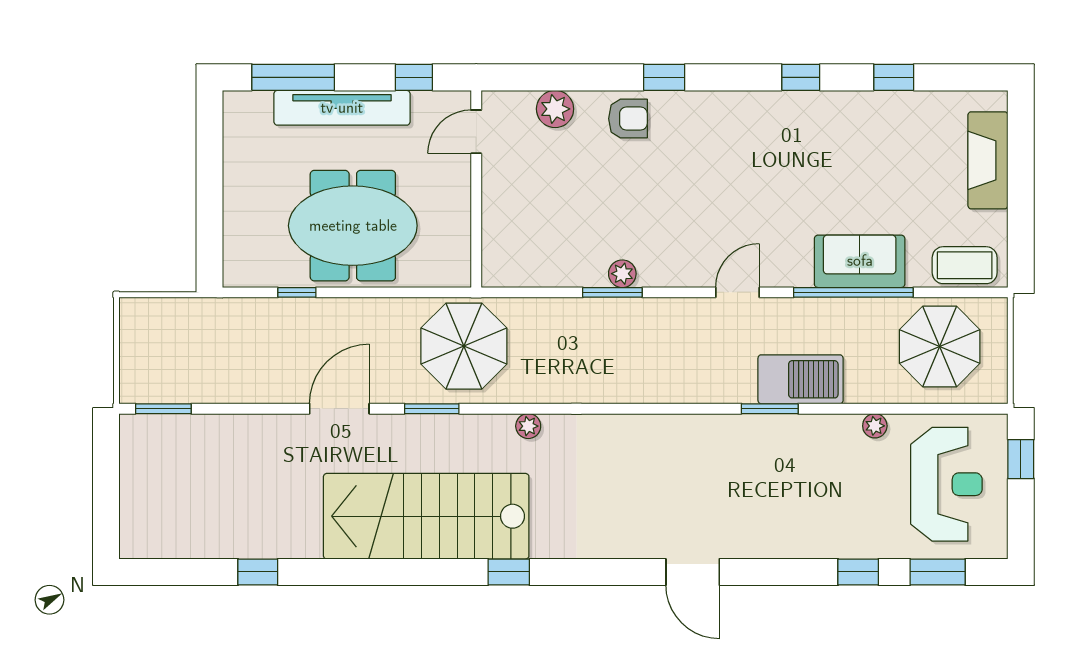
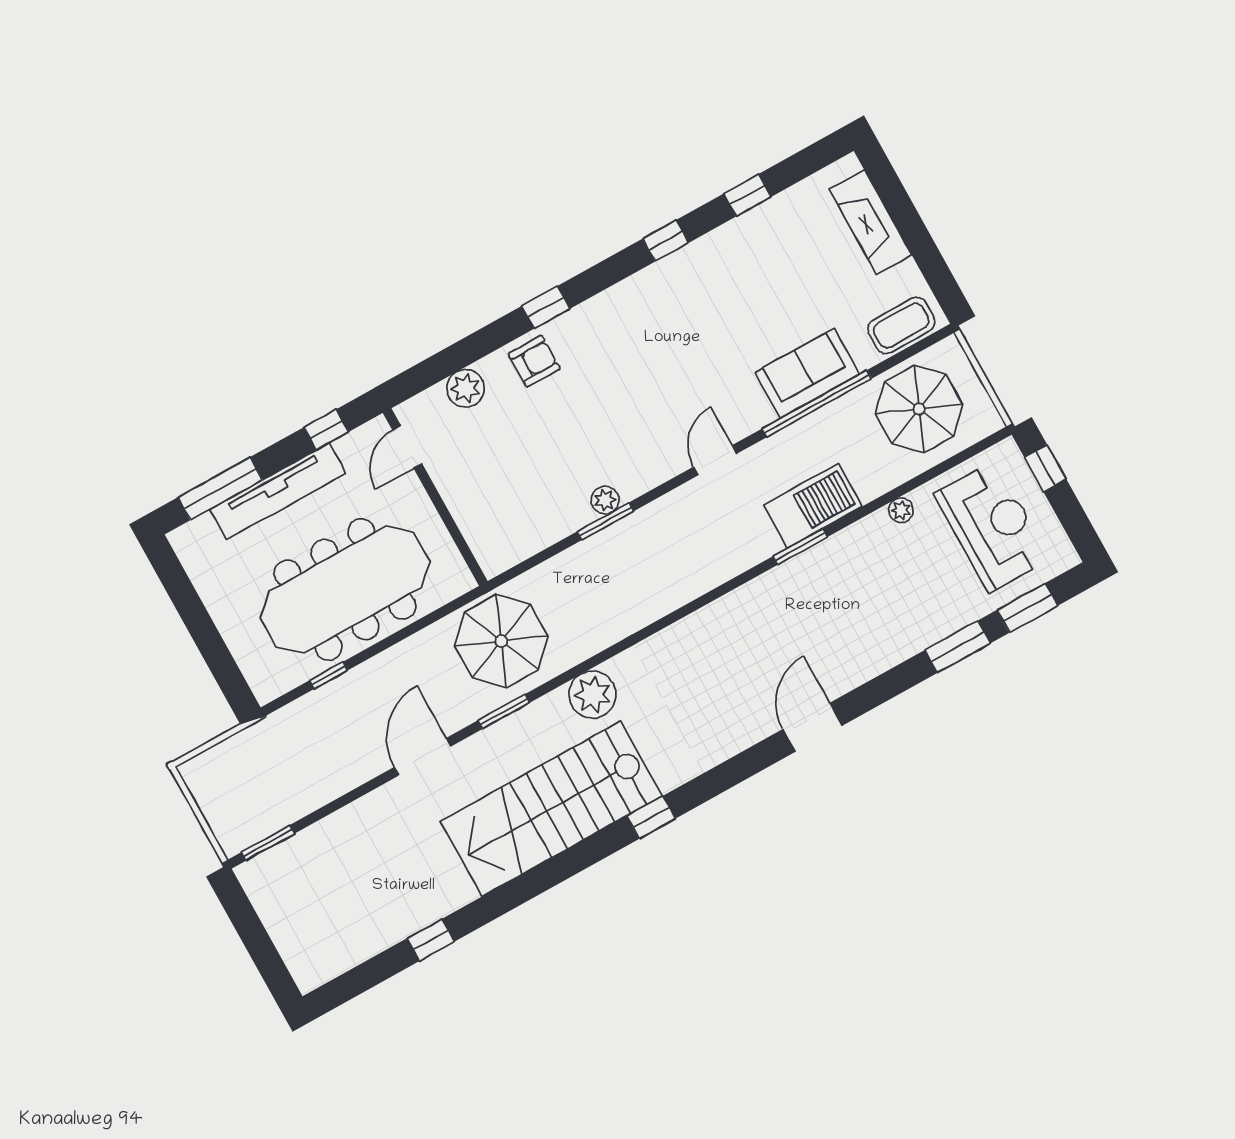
meeting table: (353, 226) -> (345, 590), width x1.36
plant: (528, 426) -> (593, 695), width x1.88, depth x1.88
door: (693, 572) -> (812, 727), swing flipped
window: (858, 572) -> (958, 647), width x1.50

